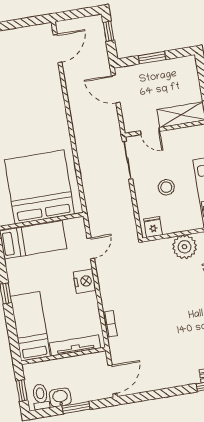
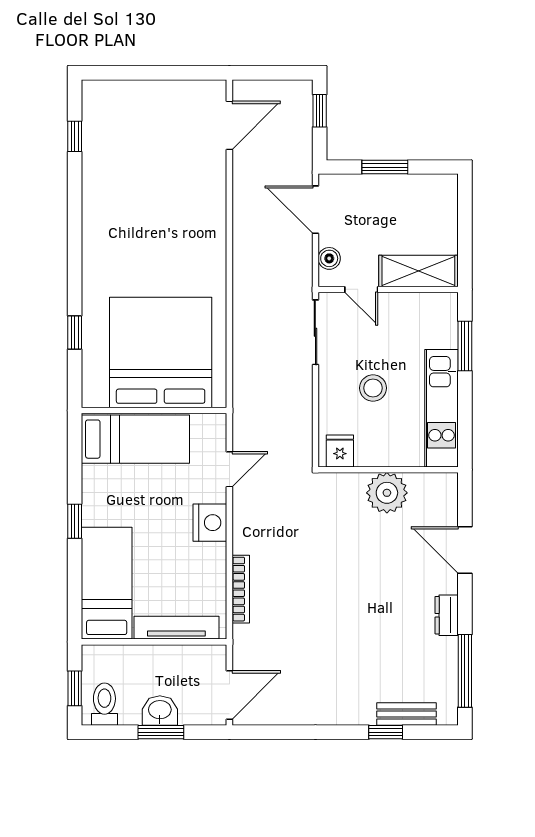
boiler: (128, 116) -> (329, 258), added
bookcase: (110, 324) -> (241, 589), width x1.56
washbasin: (60, 397) -> (160, 711), moved

